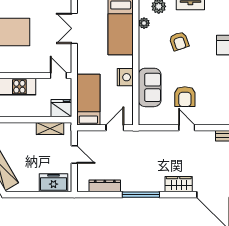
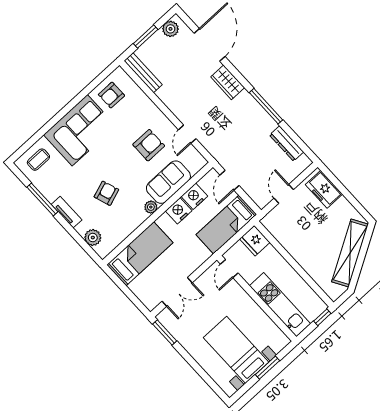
plant: (144, 23) -> (151, 207), moved
nightstand: (125, 96) -> (194, 196), added
door: (115, 128) -> (230, 180), hinge flipped
door: (187, 128) -> (187, 134), moved
shelving: (50, 129) -> (281, 235), removed

